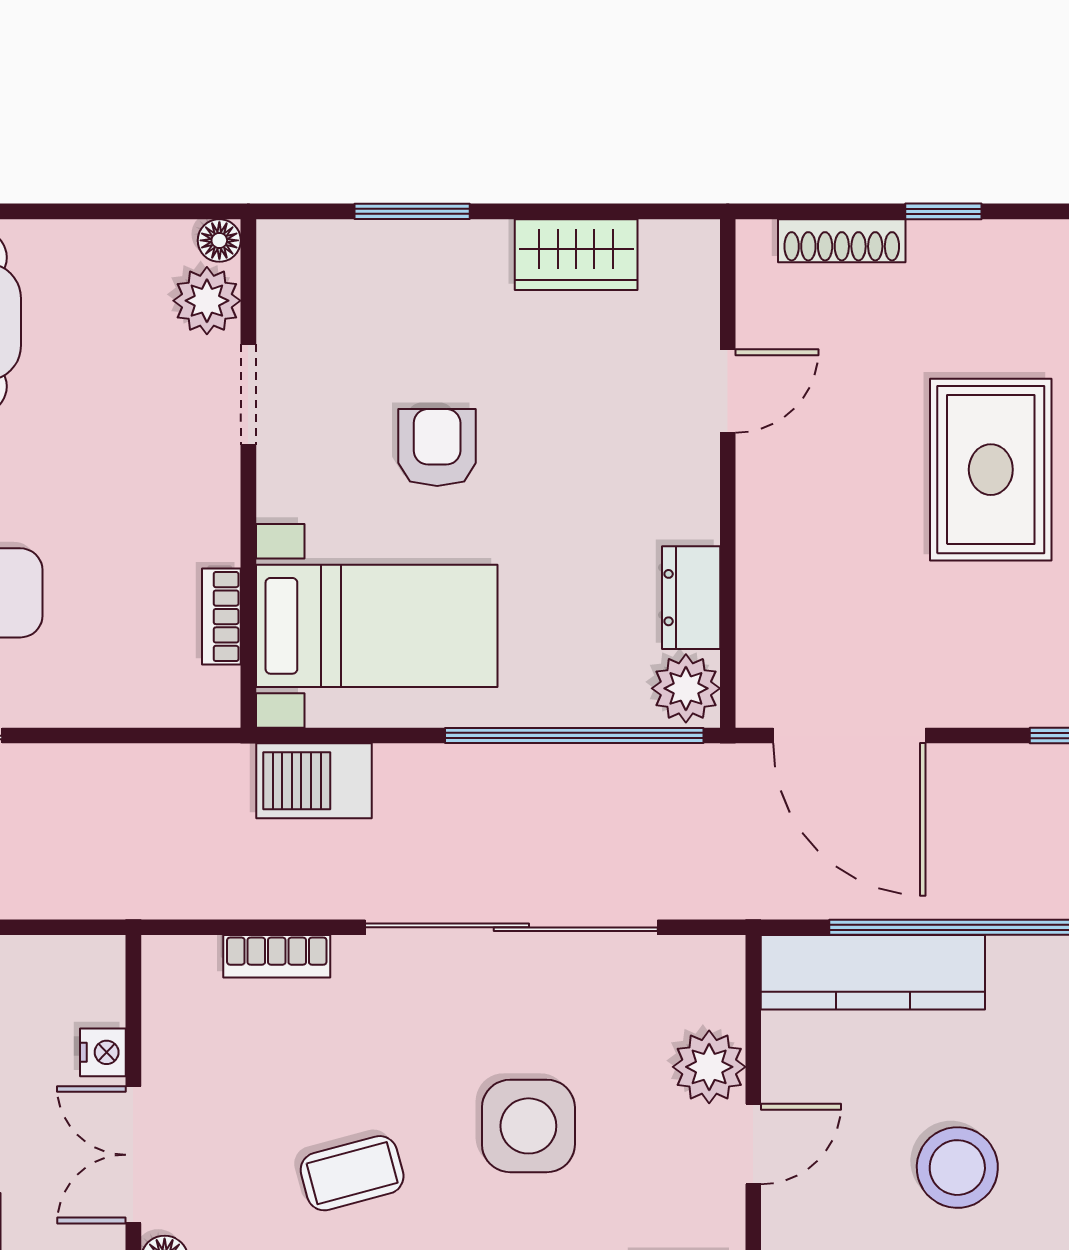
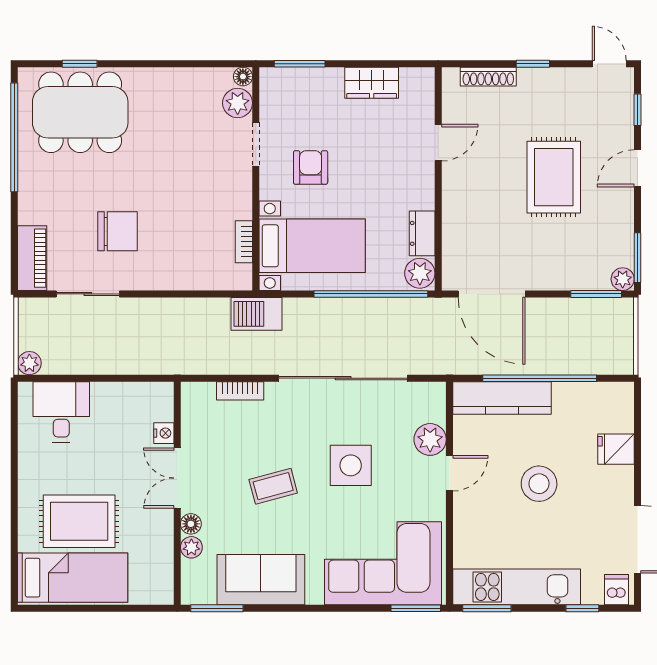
floor lamp: (219, 240) -> (243, 77), moved
plant: (207, 301) -> (238, 103), moved
doorway: (248, 394) -> (256, 144), moved
wall: (248, 473) -> (256, 179), moved
bookcase: (221, 617) -> (244, 242), moved
bed with nightstands: (377, 626) -> (312, 246), moved

